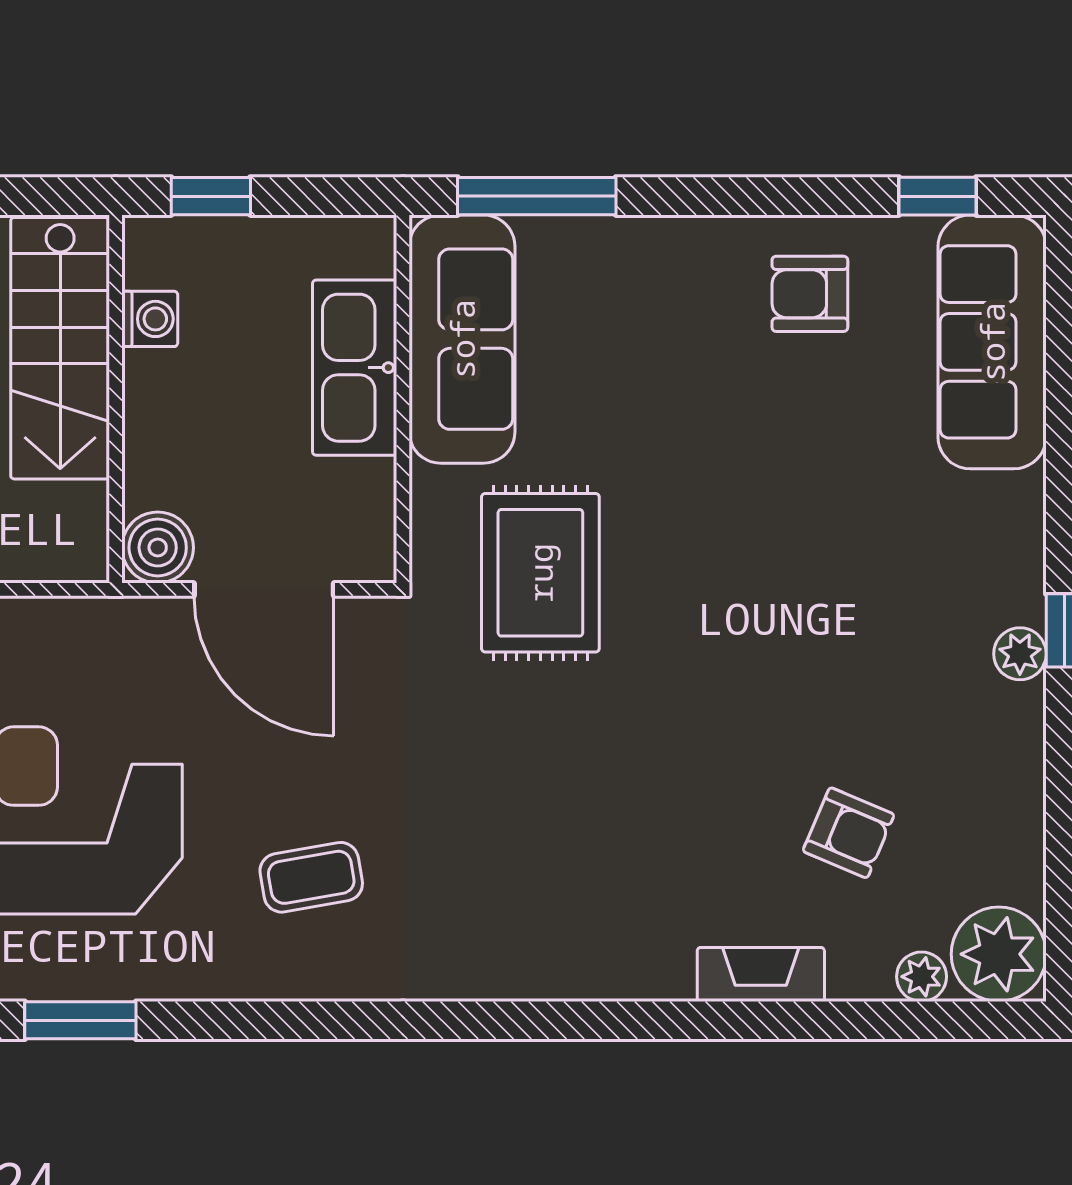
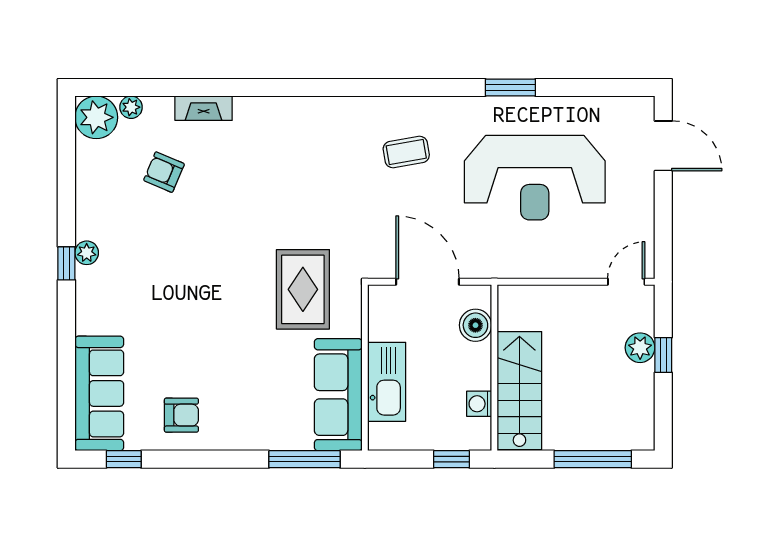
boiler: (158, 548) -> (475, 325), moved

